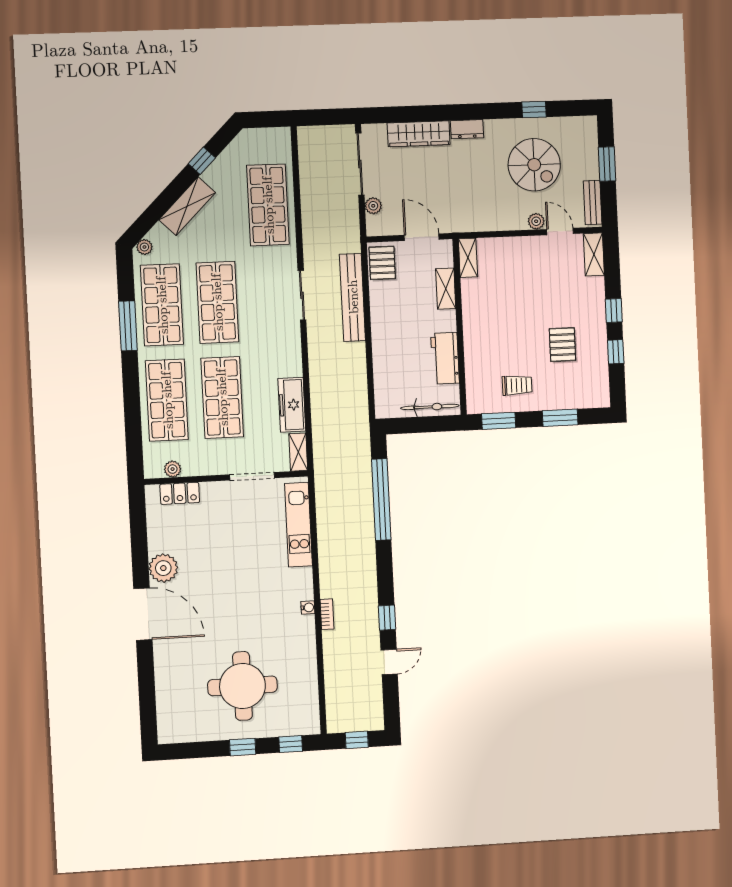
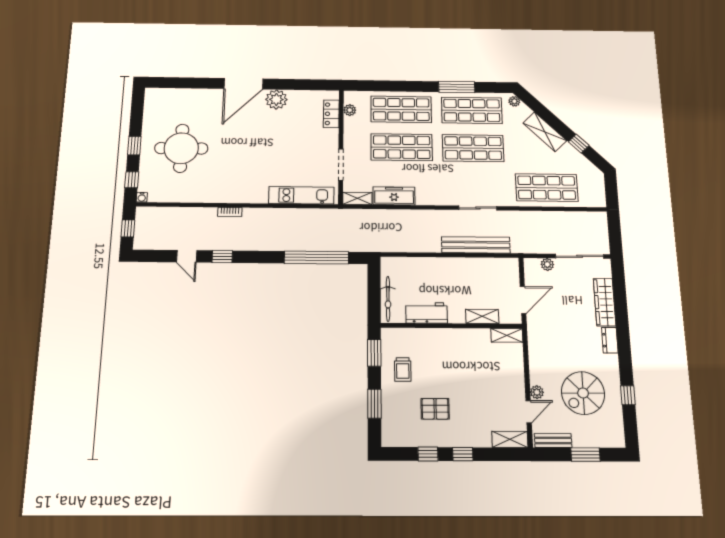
pallet: (382, 263) -> (503, 269), removed
water cooler: (308, 608) -> (142, 197), moved

